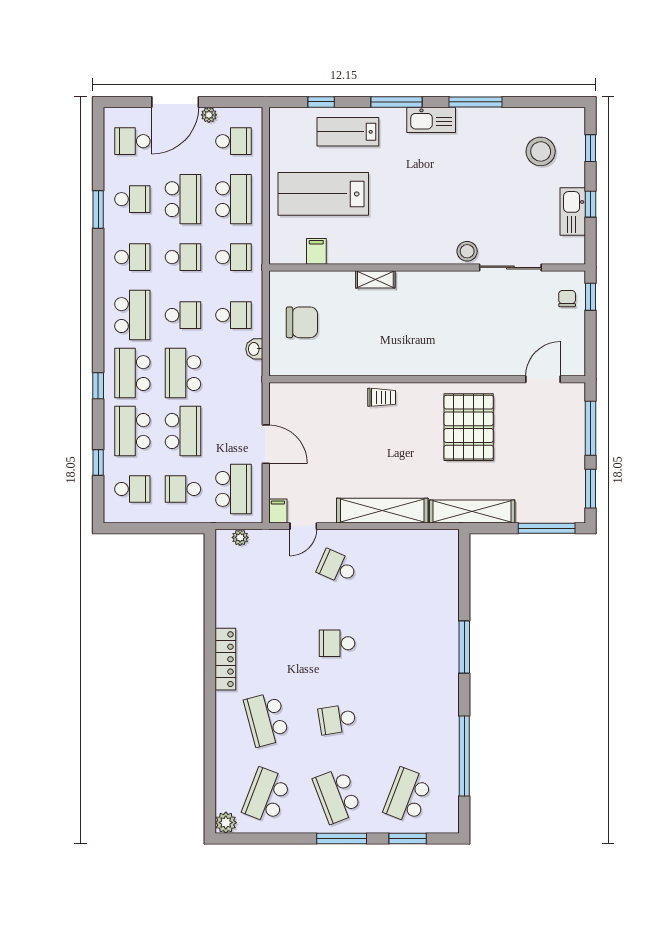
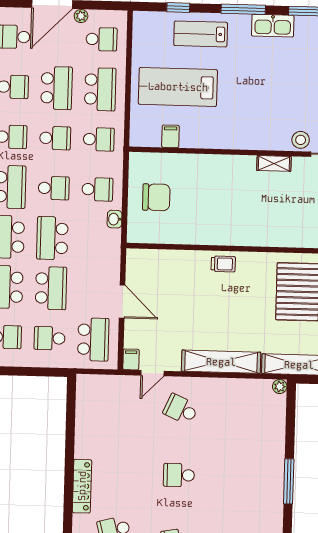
shelving: (375, 279) -> (274, 163), moved
plant: (240, 537) -> (280, 387), moved

